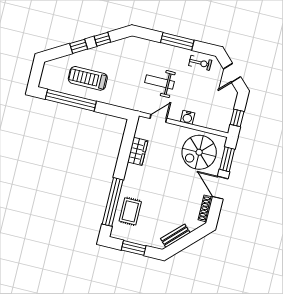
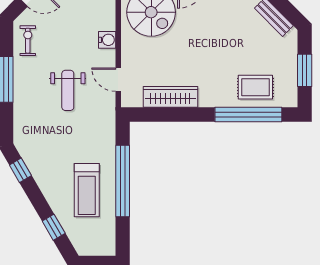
window: (102, 39) -> (20, 170), moved
window: (79, 46) -> (54, 227), moved
window: (71, 100) -> (123, 181), moved
wardrobe: (138, 151) -> (170, 97), width x1.50

